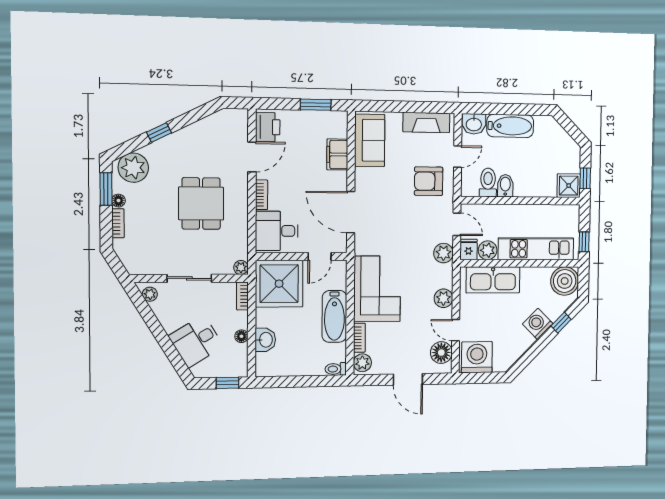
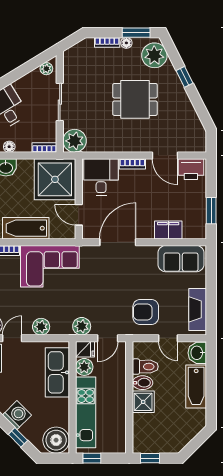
armchair: (429, 181) -> (146, 312), turned -90
shower: (569, 186) -> (143, 402), moved
dining table: (201, 204) -> (135, 99), moved
plant: (241, 267) -> (75, 141), width x1.88, depth x1.88

